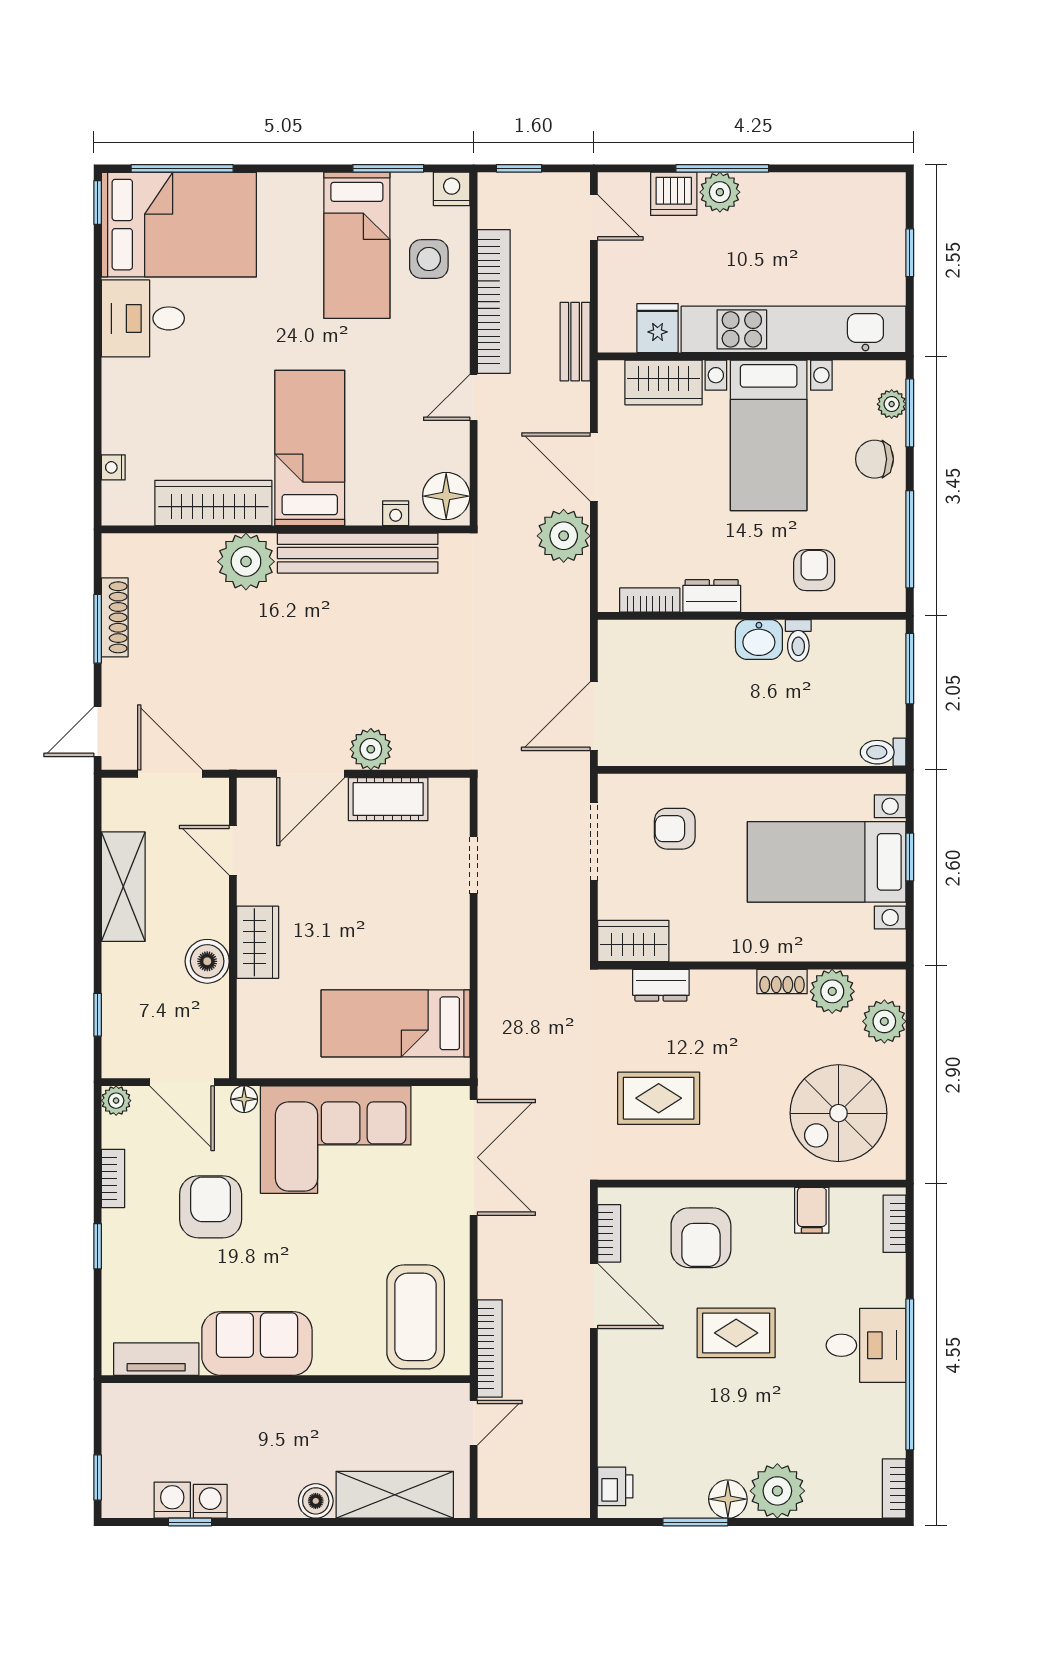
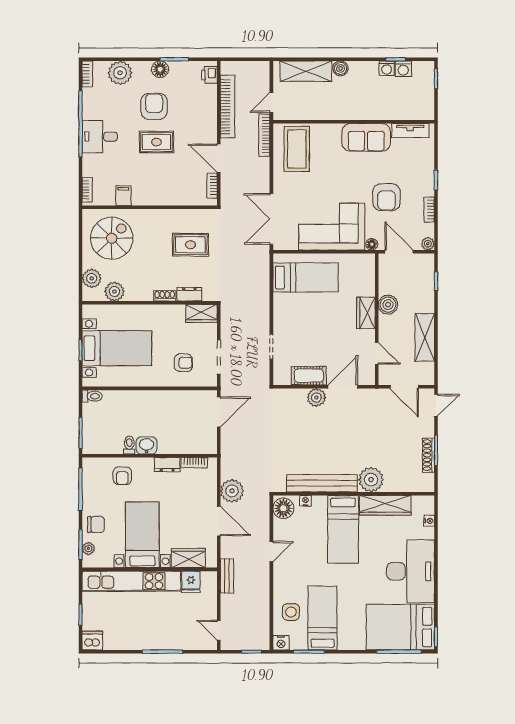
plant: (720, 192) -> (164, 641), removed
dishwasher: (674, 194) -> (92, 641), moved
bookcase: (494, 302) -> (228, 107), moved, turned 180
desk: (143, 318) -> (411, 571), width x1.87, depth x1.30
shoe rack: (782, 981) -> (165, 296), moved
armchair: (701, 1238) -> (154, 106), moved
plant: (777, 1491) -> (120, 73), moved

